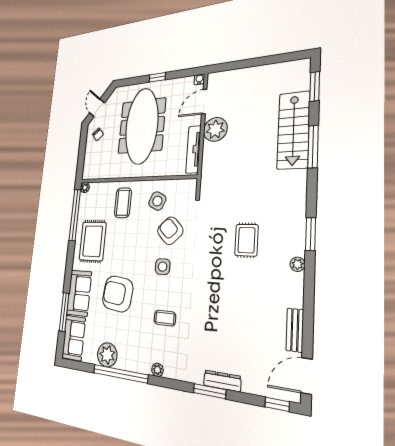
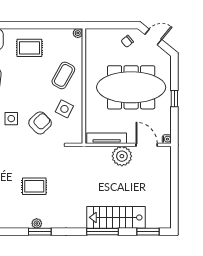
coffee table: (123, 203) -> (63, 75), turned -61
window: (75, 215) -> (53, 25), removed
rug: (93, 241) -> (29, 48), width x0.73, depth x0.70
plant: (297, 264) -> (37, 223), moved

